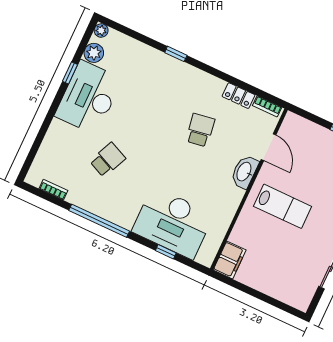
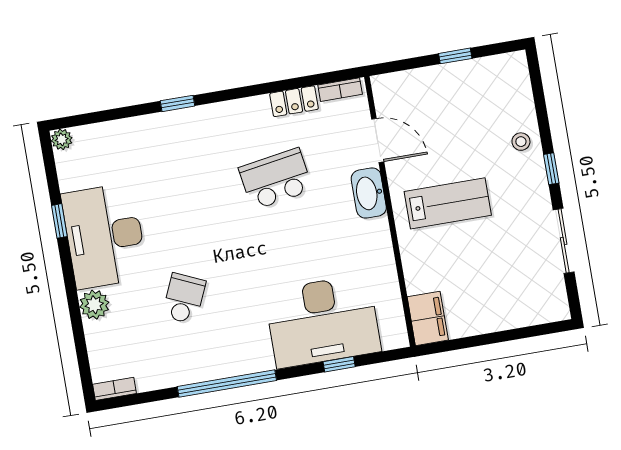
plant: (94, 53) -> (94, 305), moved
school desk: (200, 130) -> (276, 179), width x1.85
bookcase: (53, 190) -> (115, 389), moved

